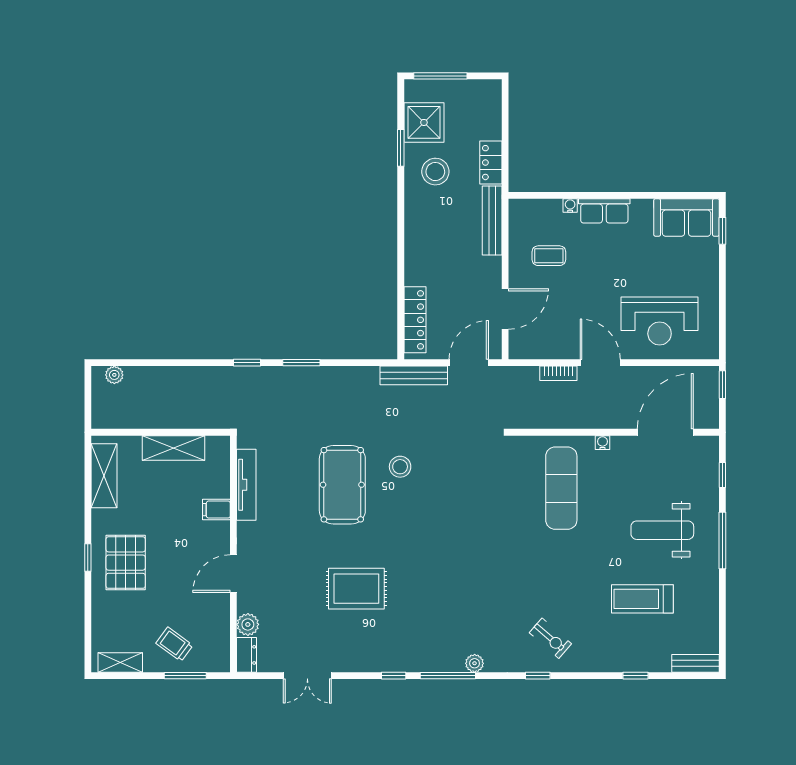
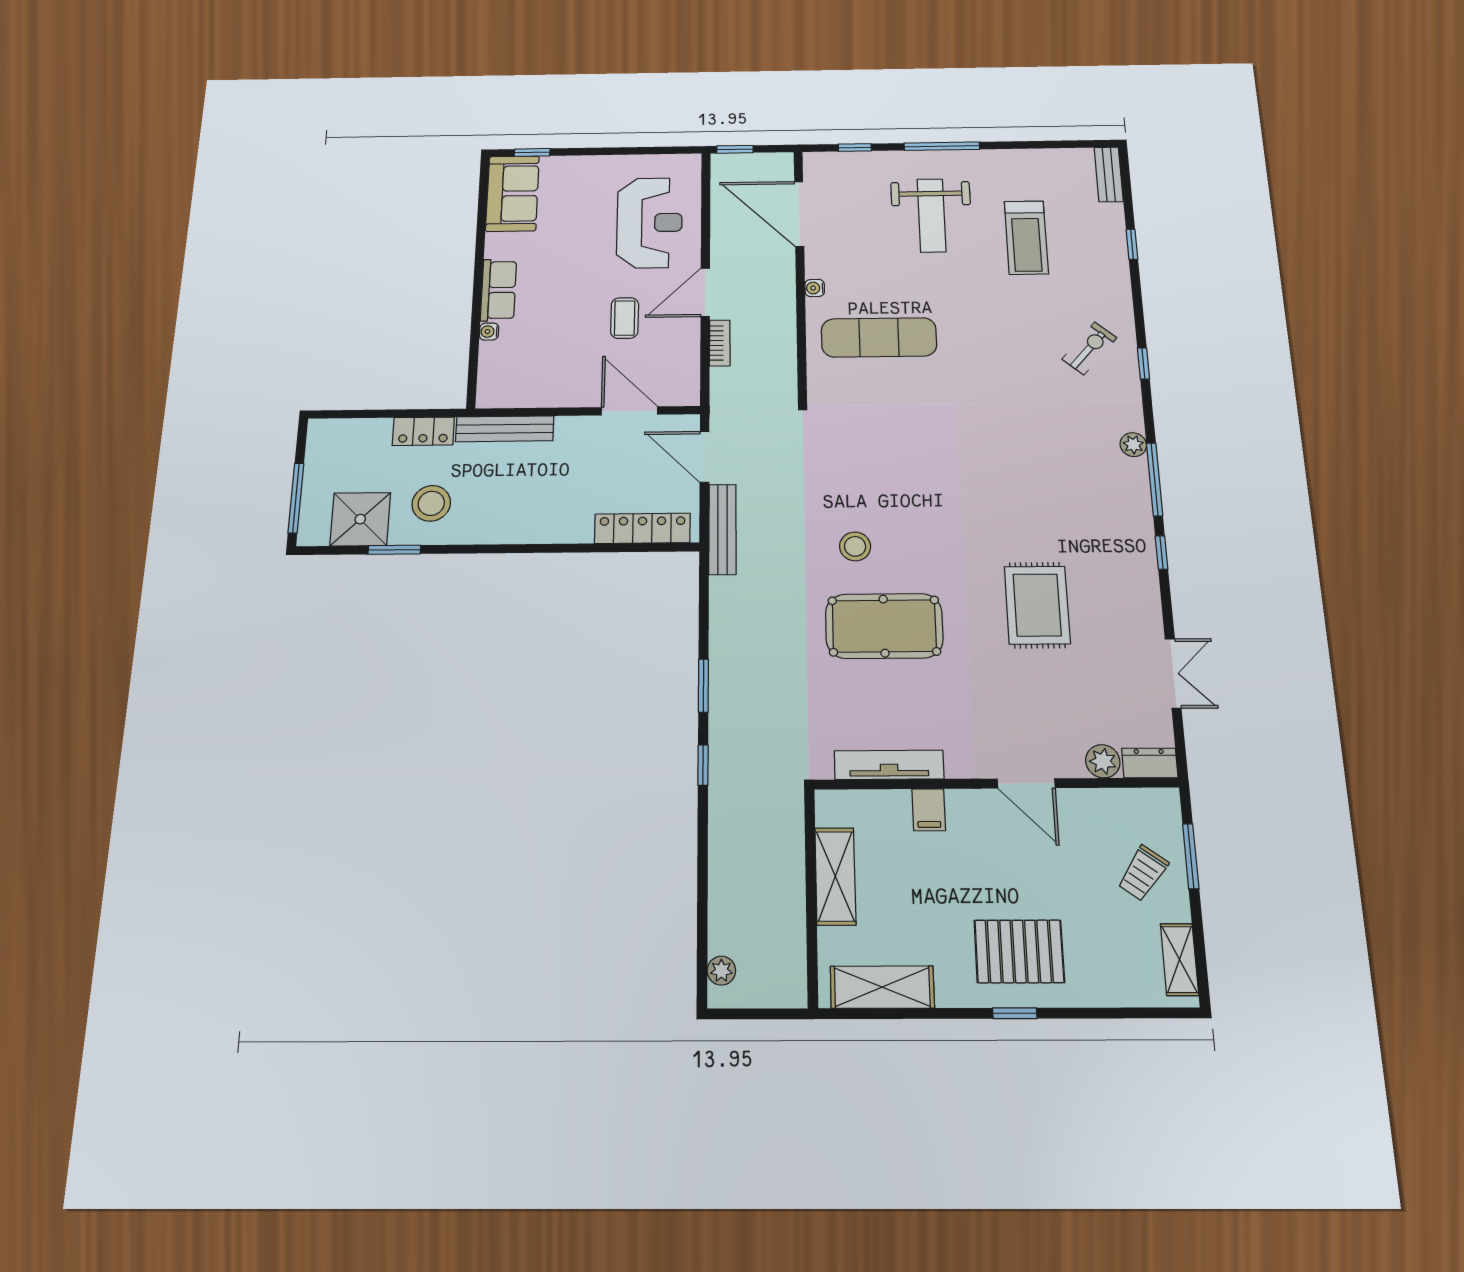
coffee table: (549, 256) -> (625, 318), moved

